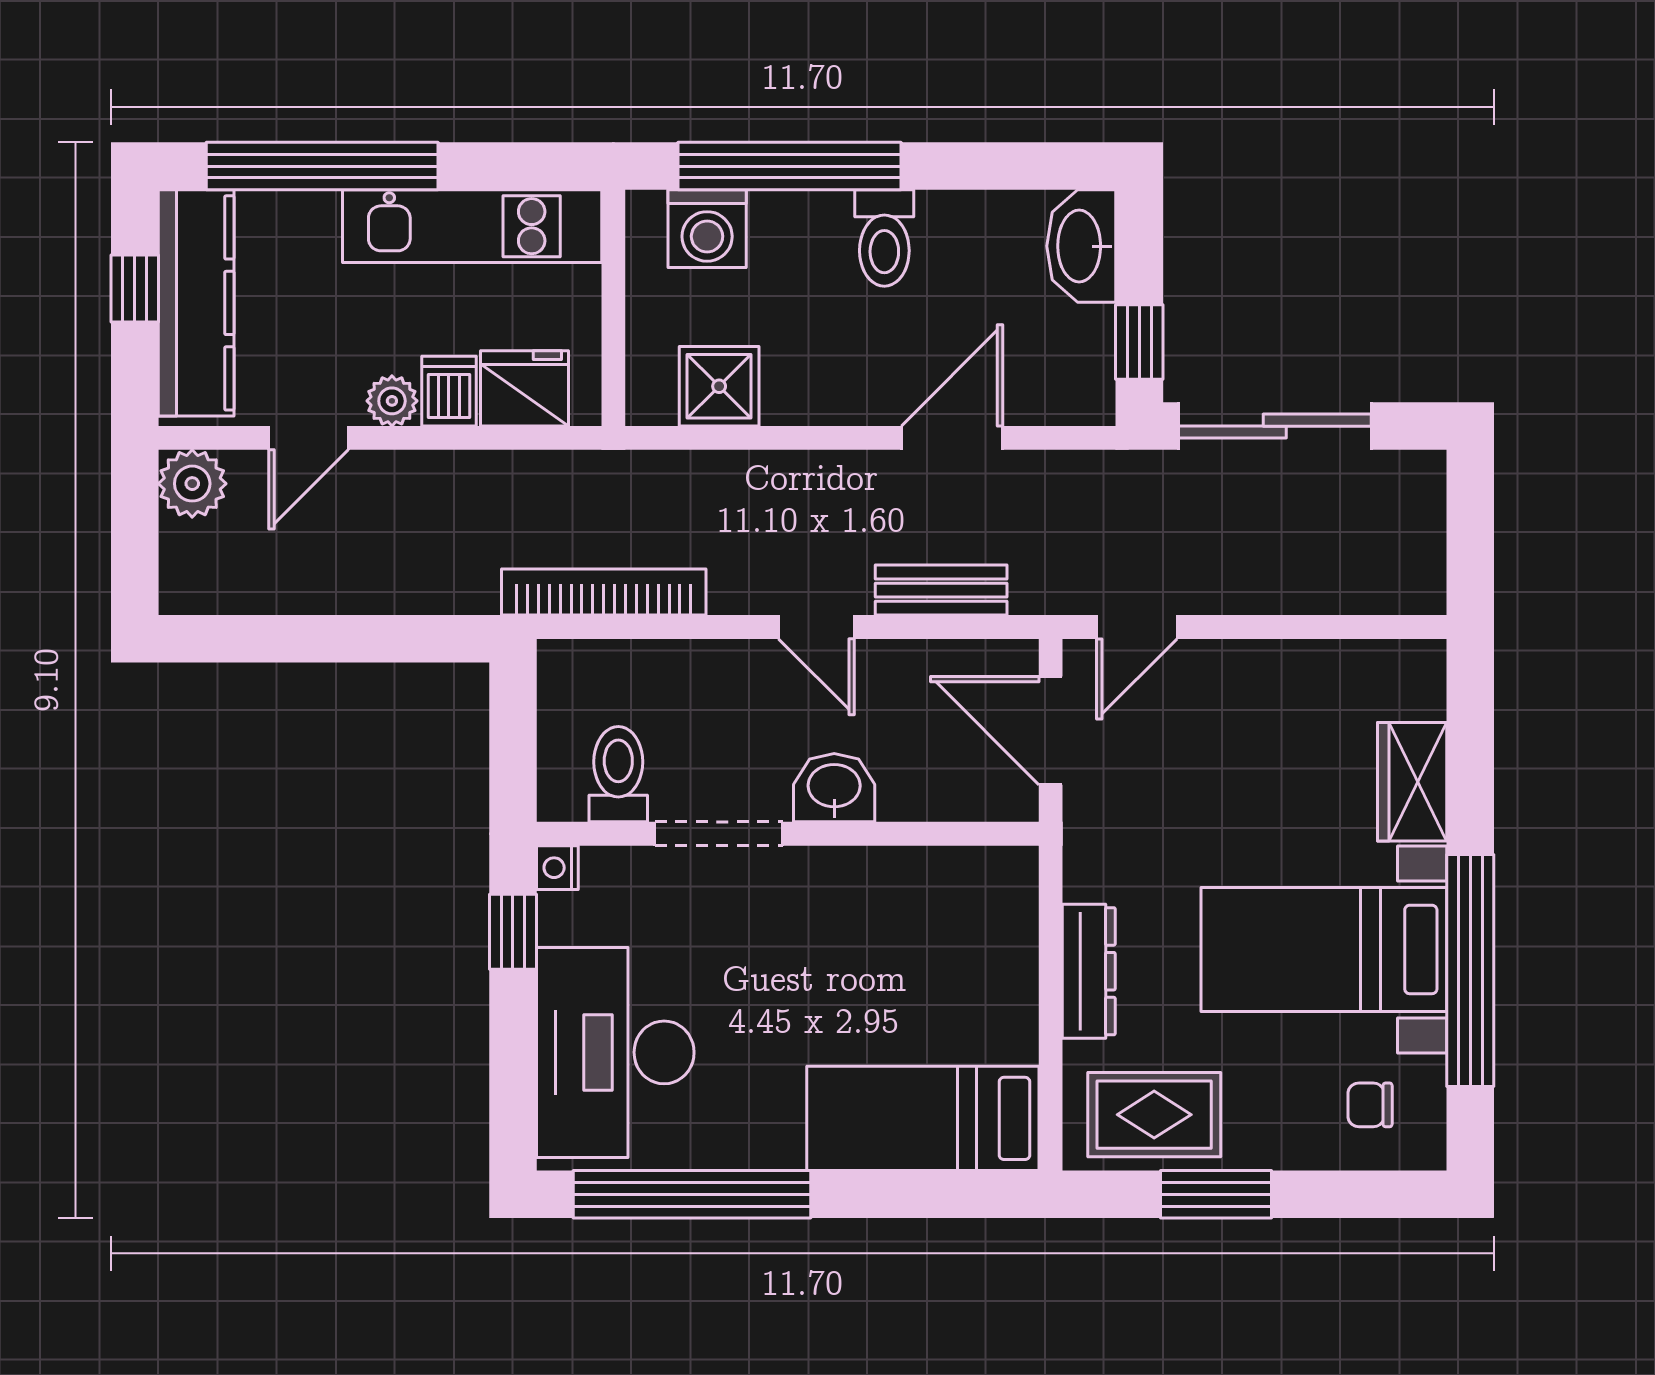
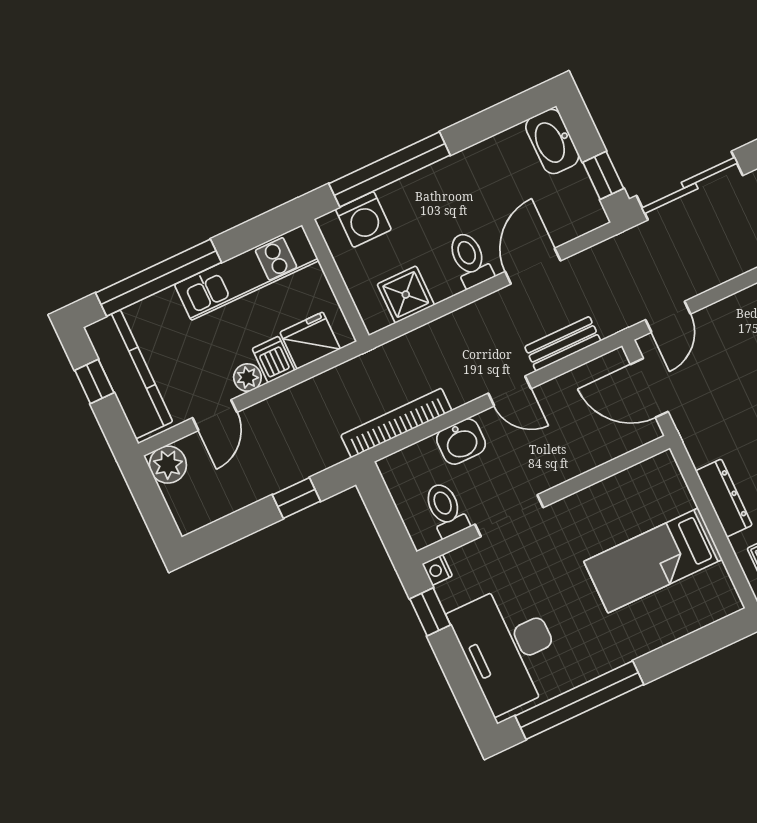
toilet: (884, 238) -> (470, 259), moved, turned 180
window: (379, 639) -> (296, 498), added
washbasin: (834, 788) -> (461, 442), moved, turned 180
bed: (923, 1118) -> (653, 560), moved

